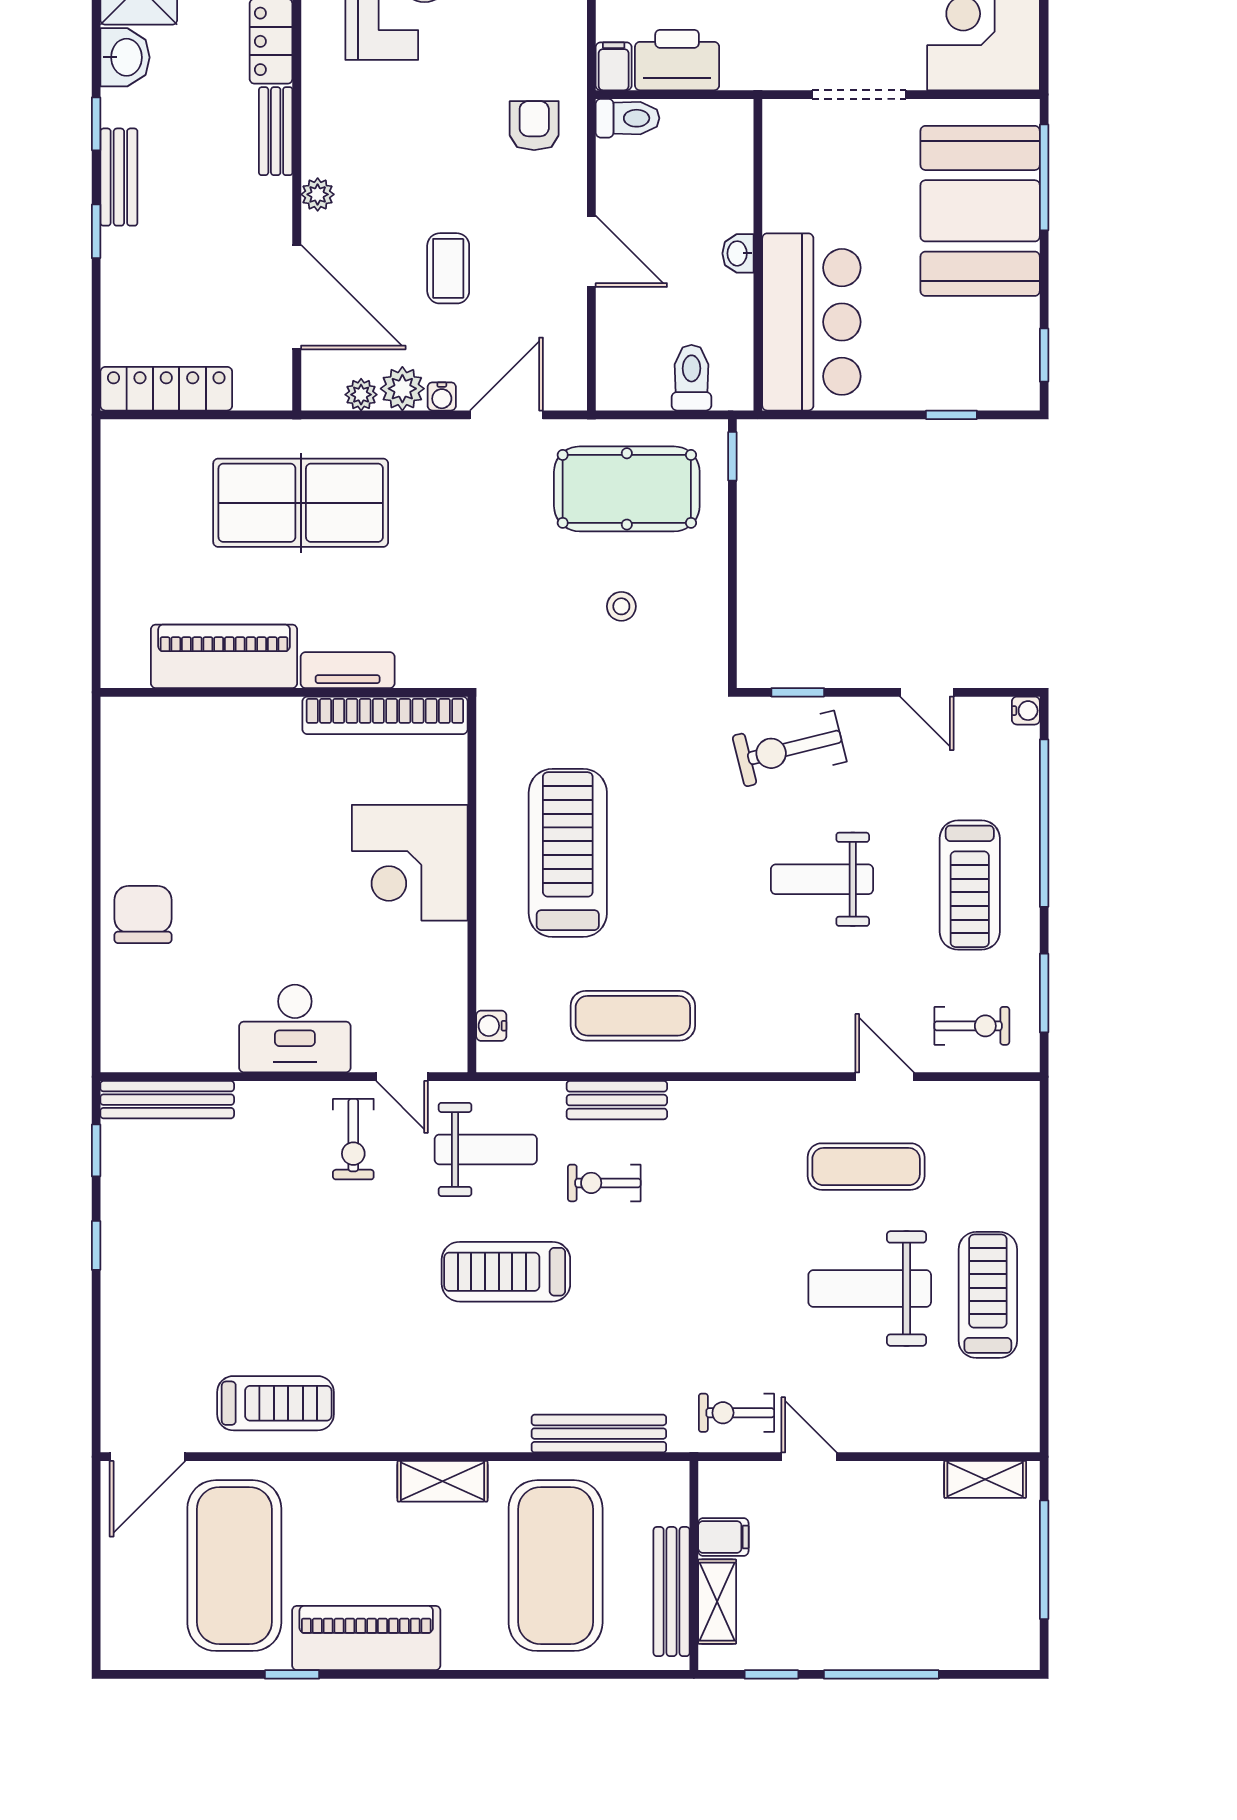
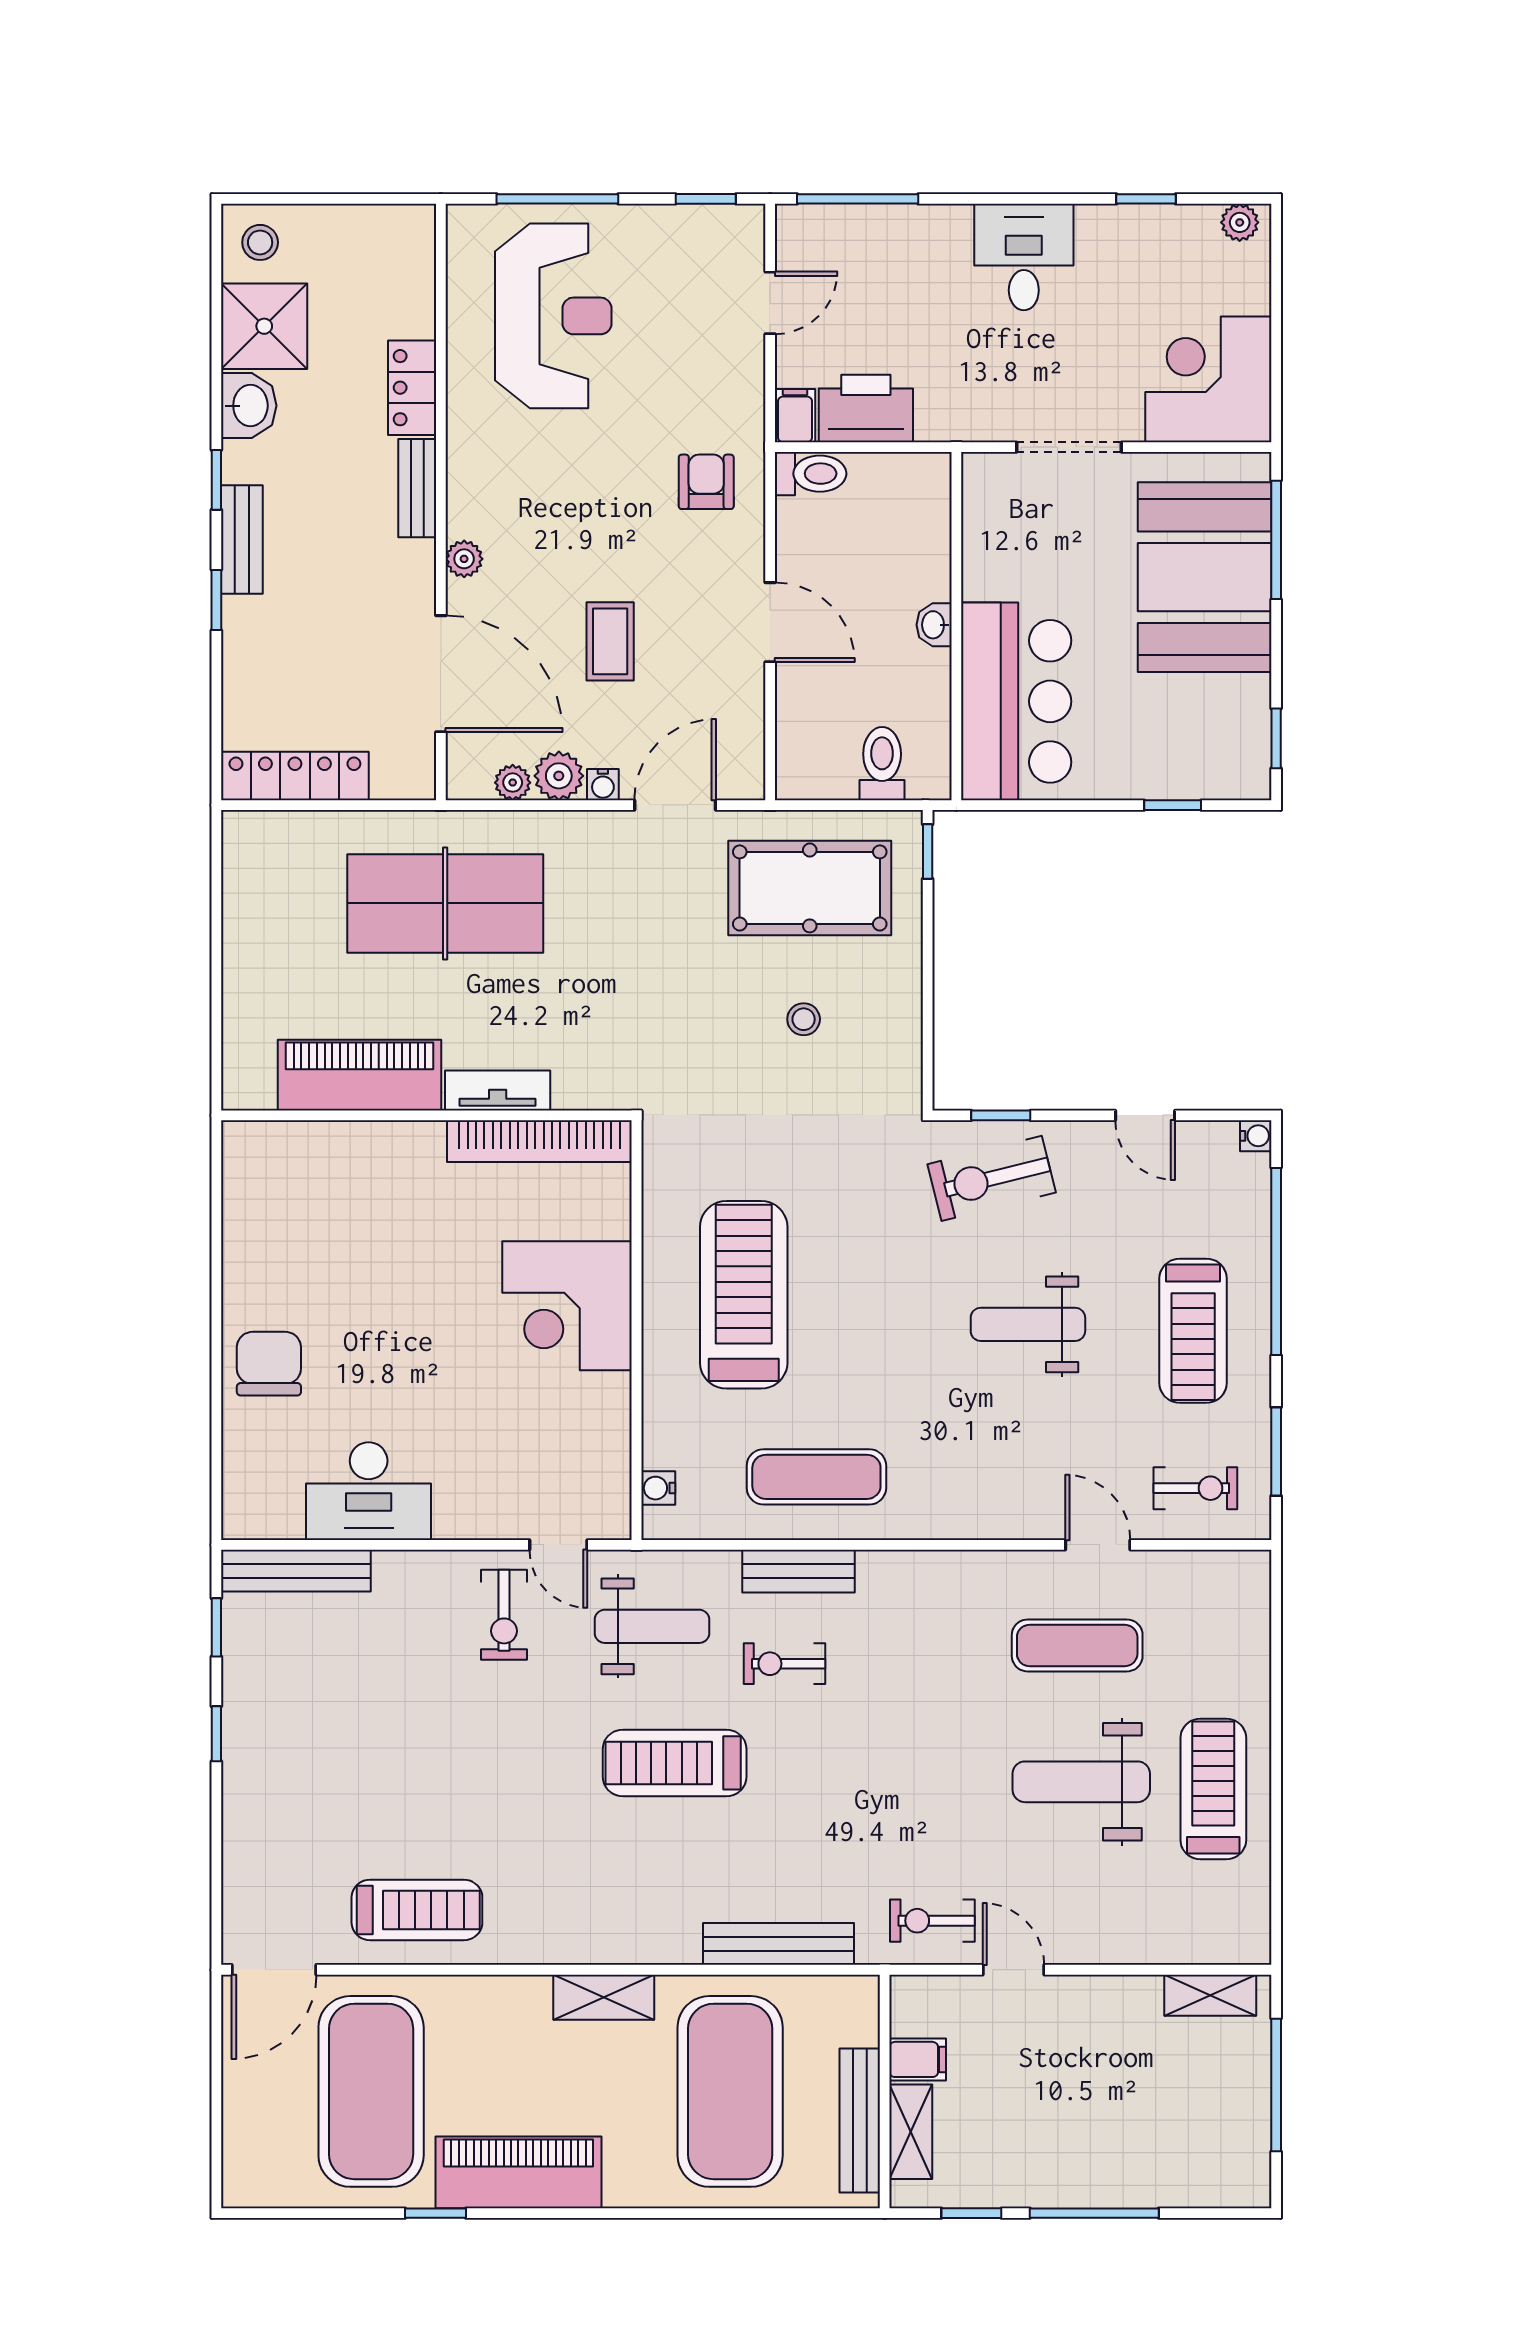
desk: (295, 1029) -> (369, 1491), moved

